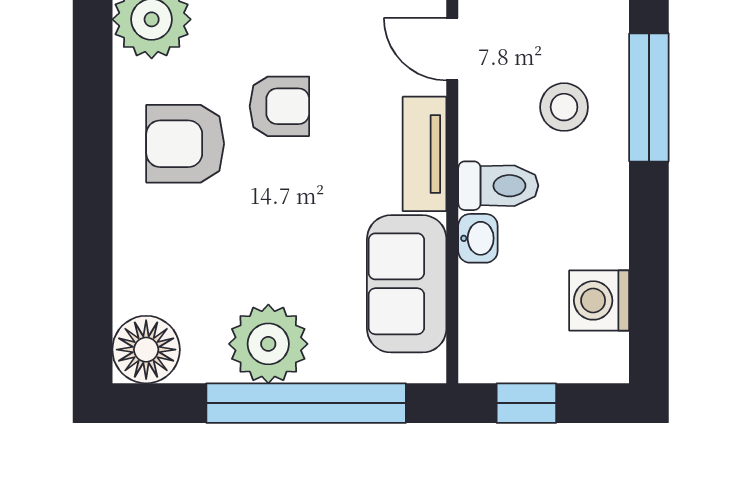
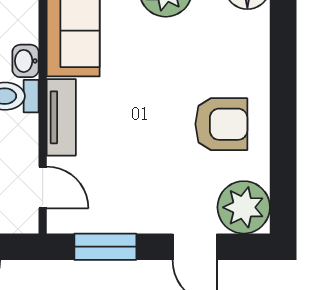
armchair: (279, 106) -> (158, 149), removed

